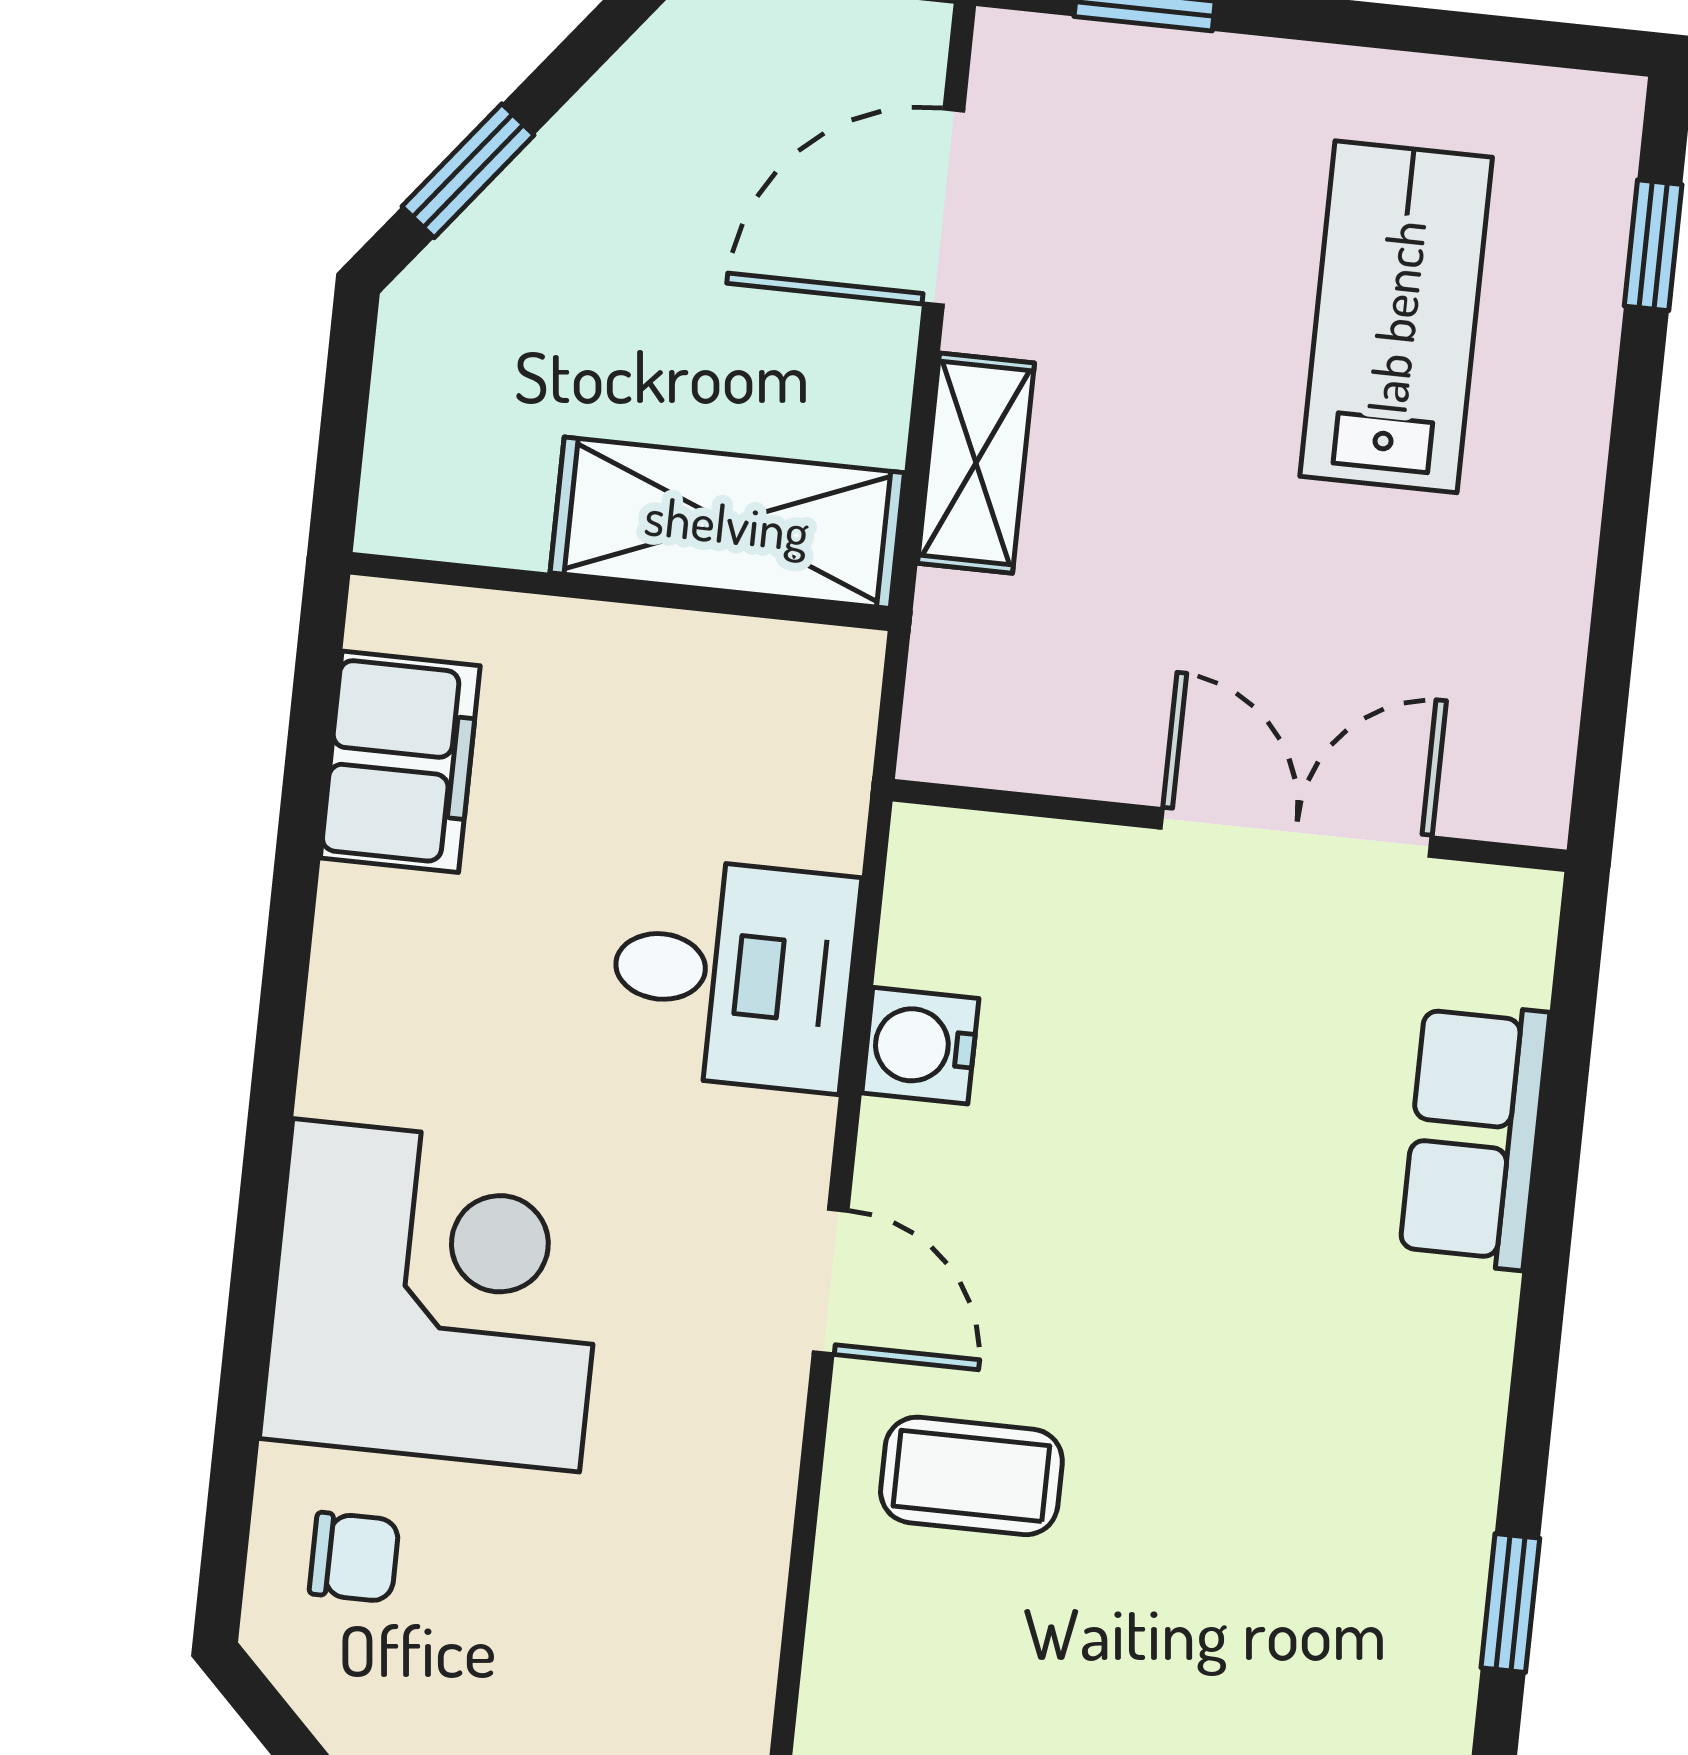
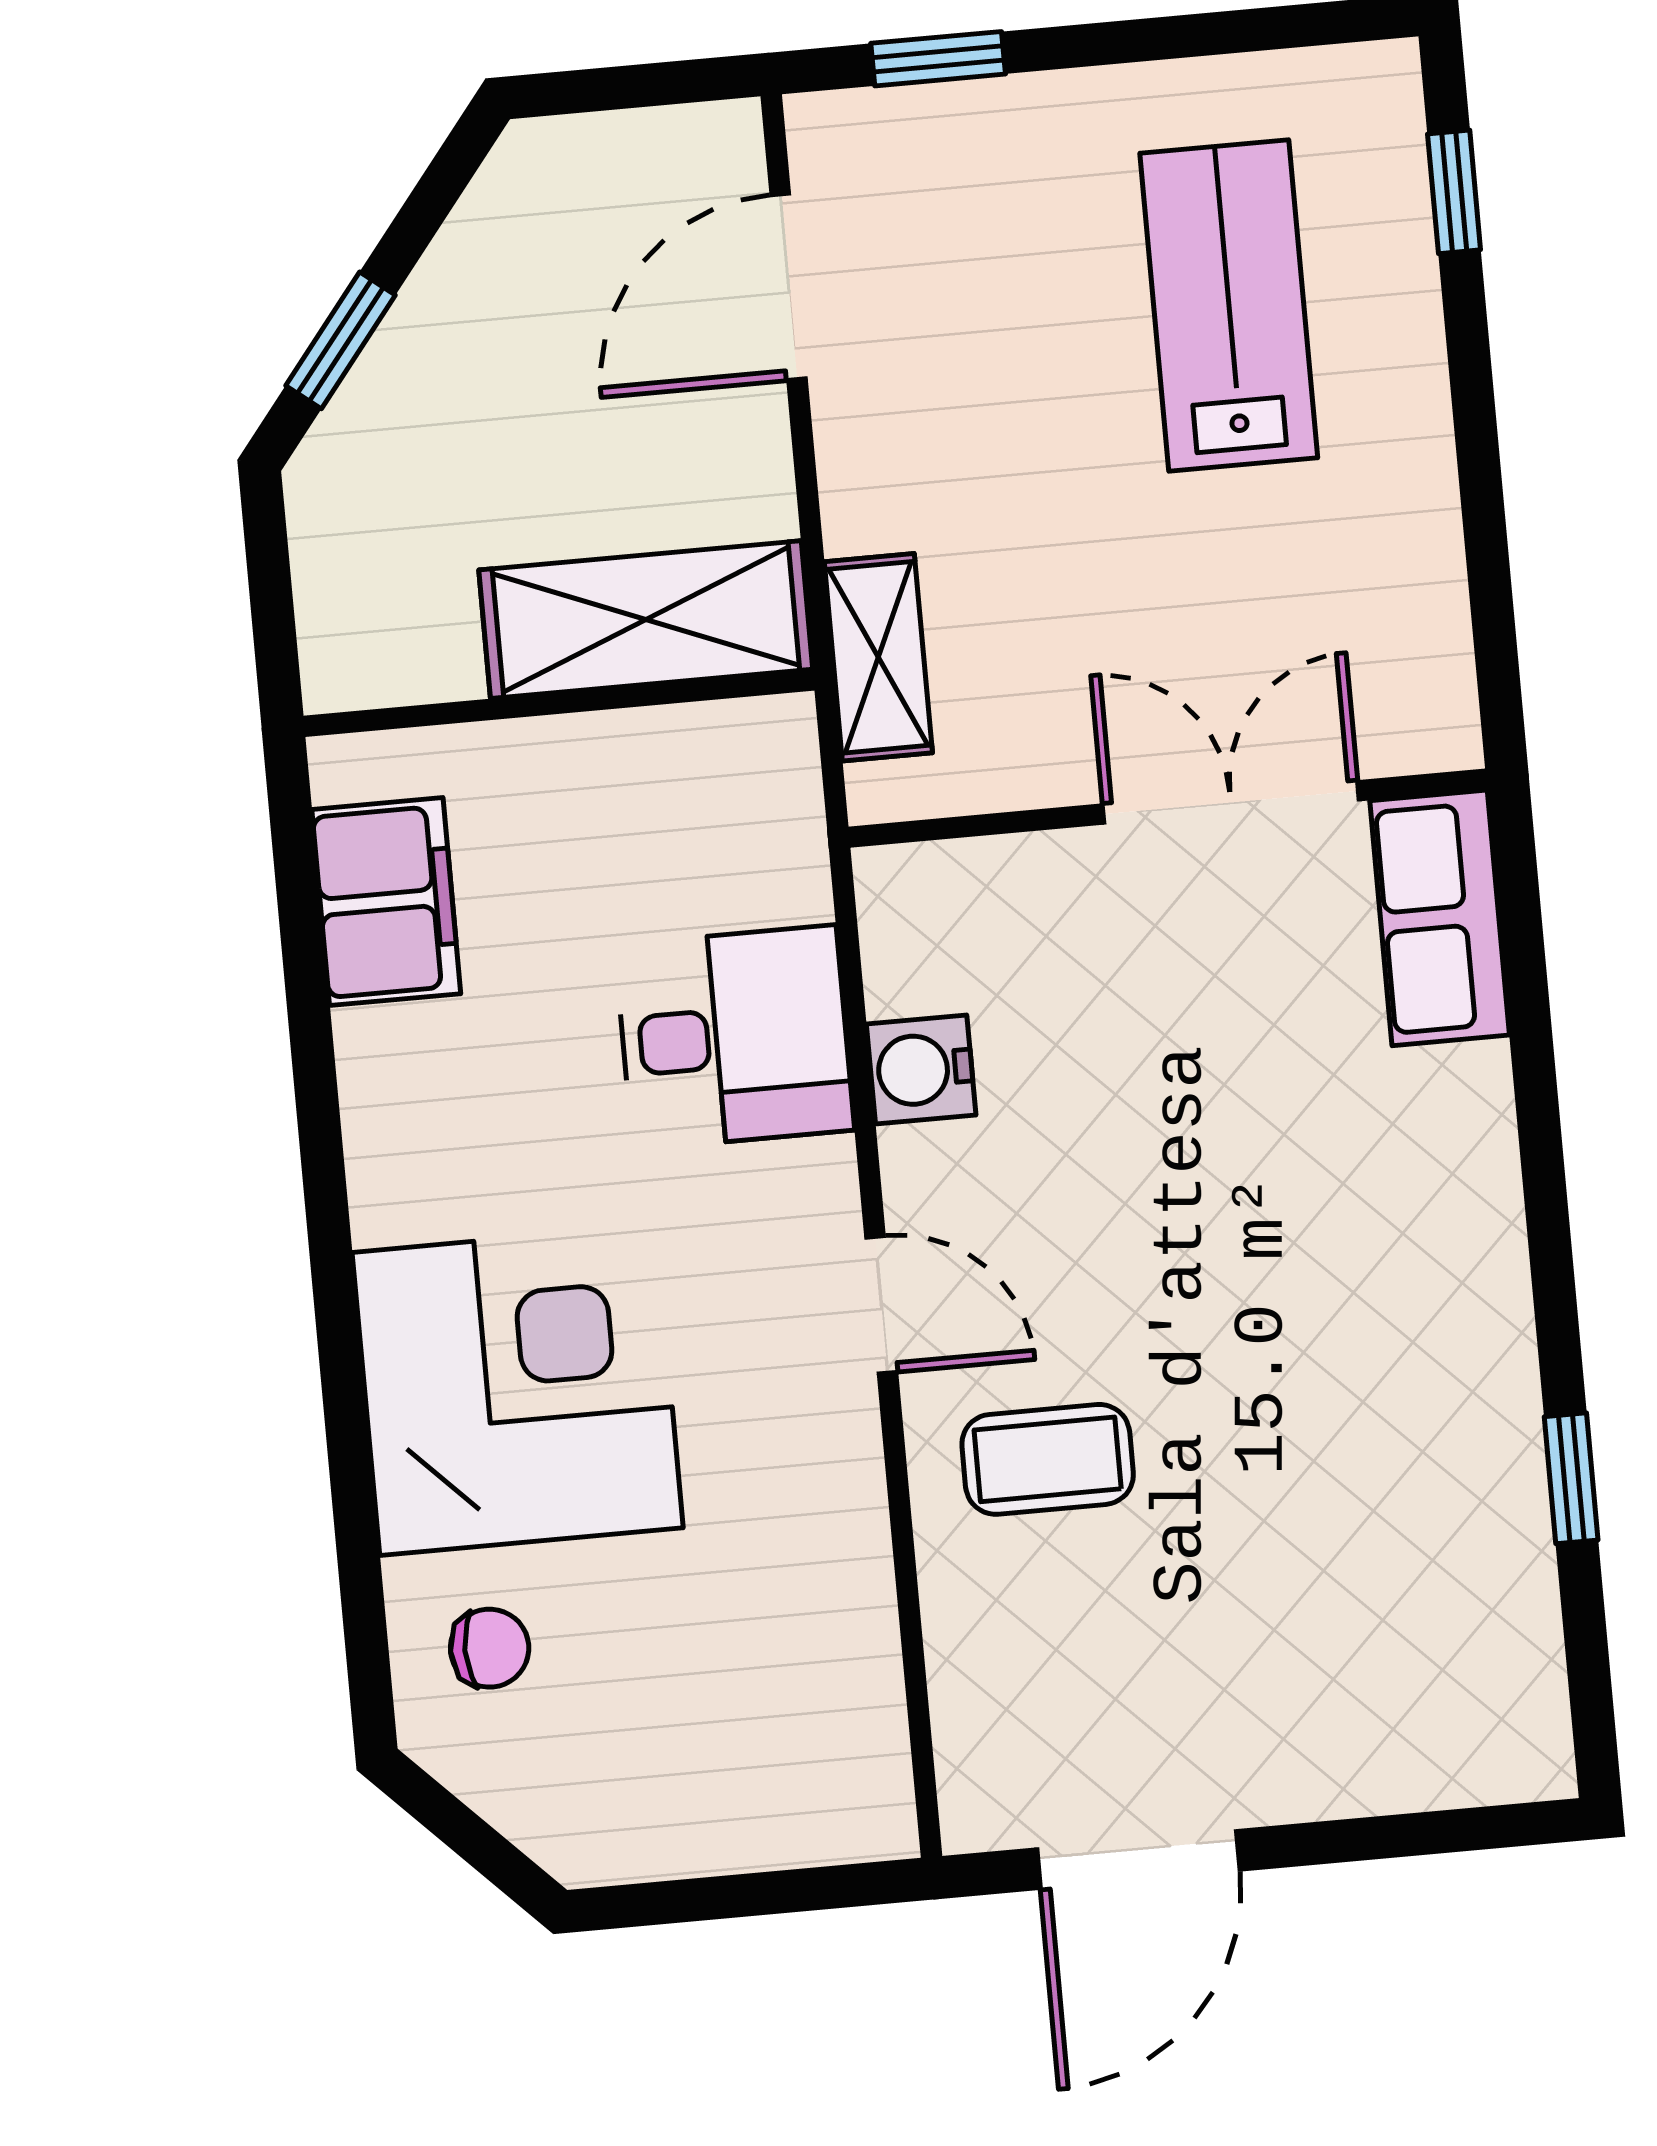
shelving: (976, 463) -> (878, 657), moved
row of seats: (1474, 1135) -> (1440, 918), moved

